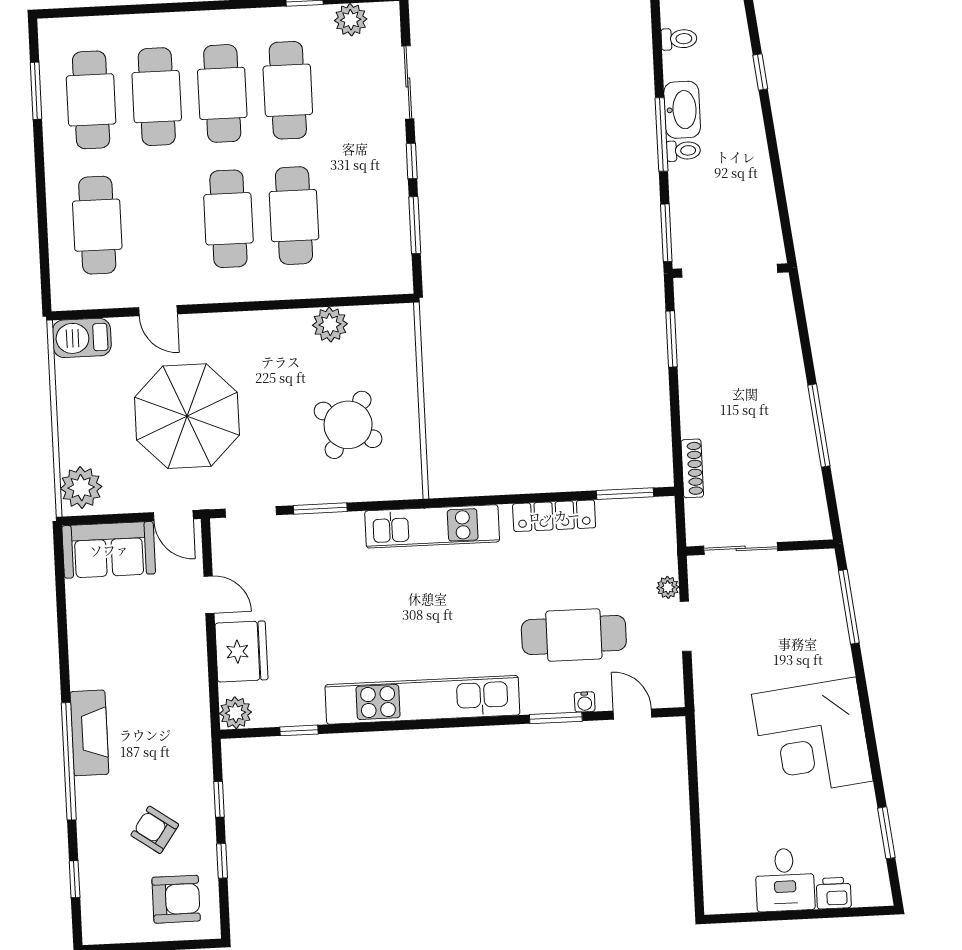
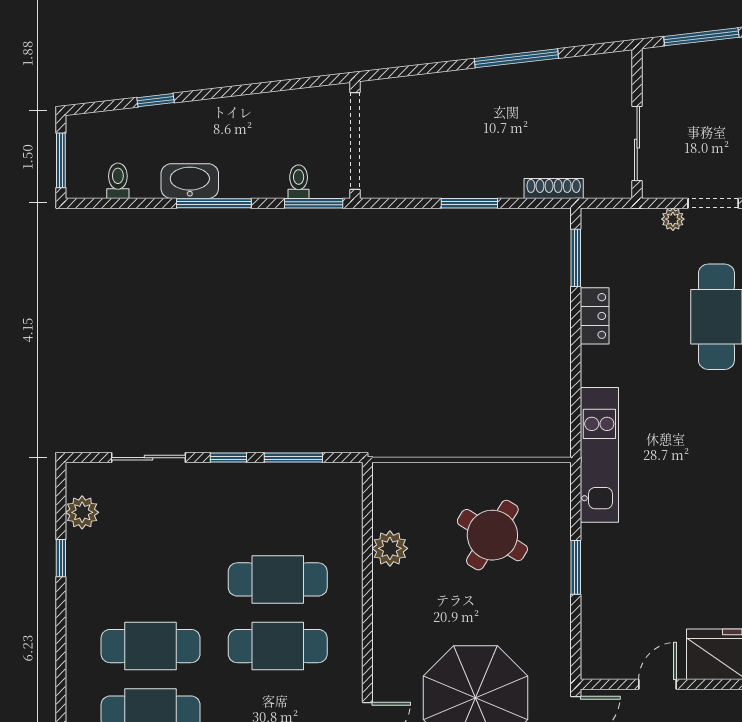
cafe table: (288, 90) -> (151, 579), removed
toilet: (683, 151) -> (299, 182), moved
window: (671, 339) -> (469, 203), moved
doorway: (251, 512) -> (576, 638), removed
locker: (554, 516) -> (595, 316), width x0.66

